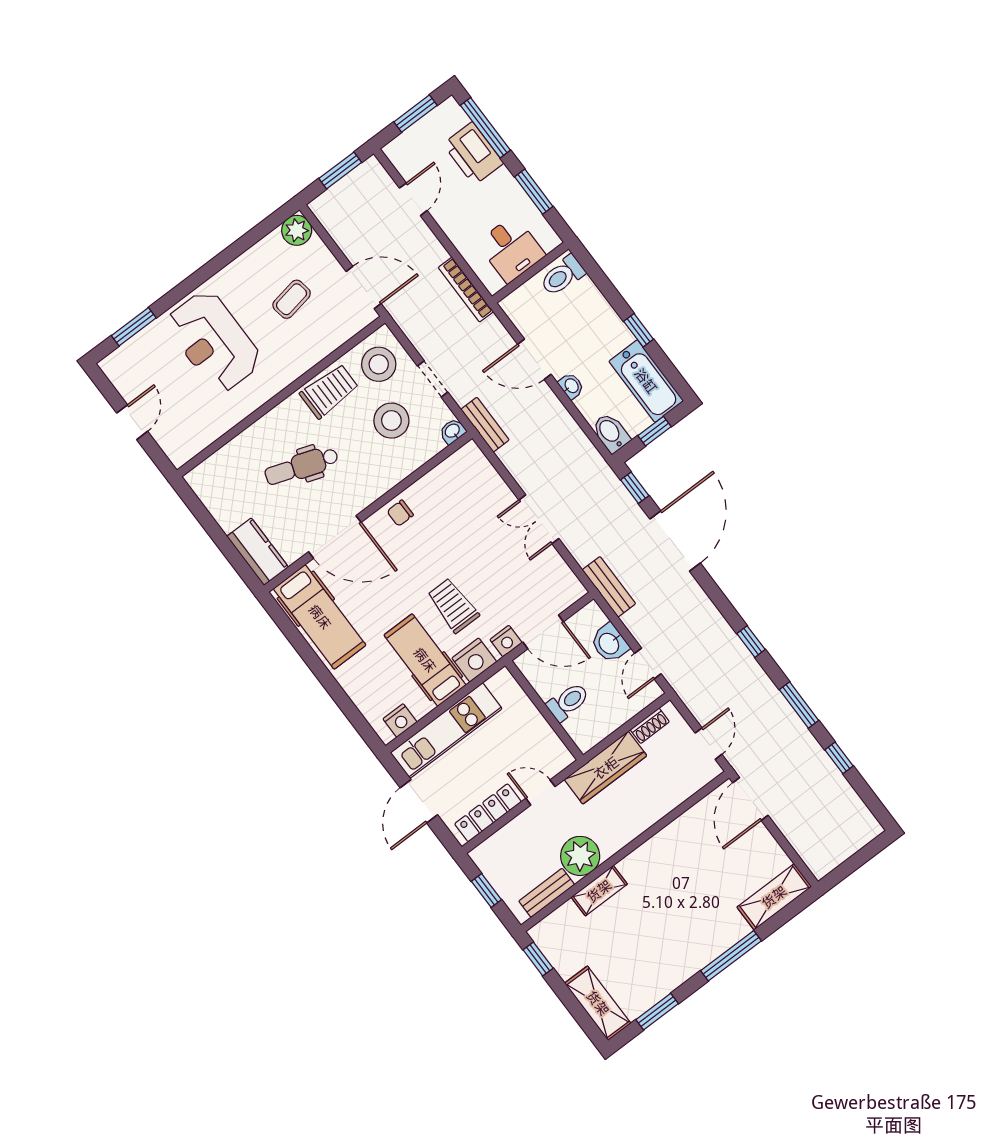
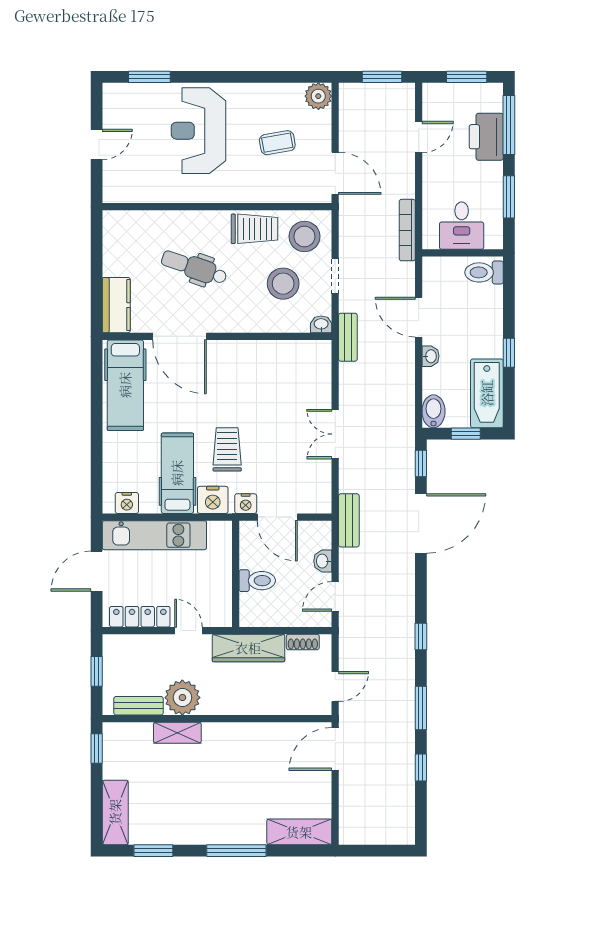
chair: (400, 513) -> (239, 355), removed
washbasin: (610, 643) -> (323, 561), width x0.72, depth x0.69

